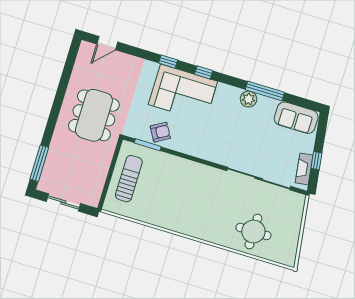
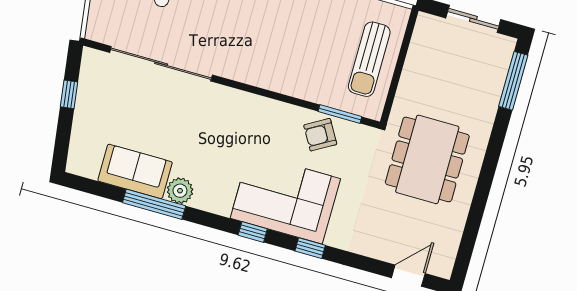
sofa: (296, 118) -> (135, 171), moved
fireplace: (304, 169) -> (89, 81), removed

